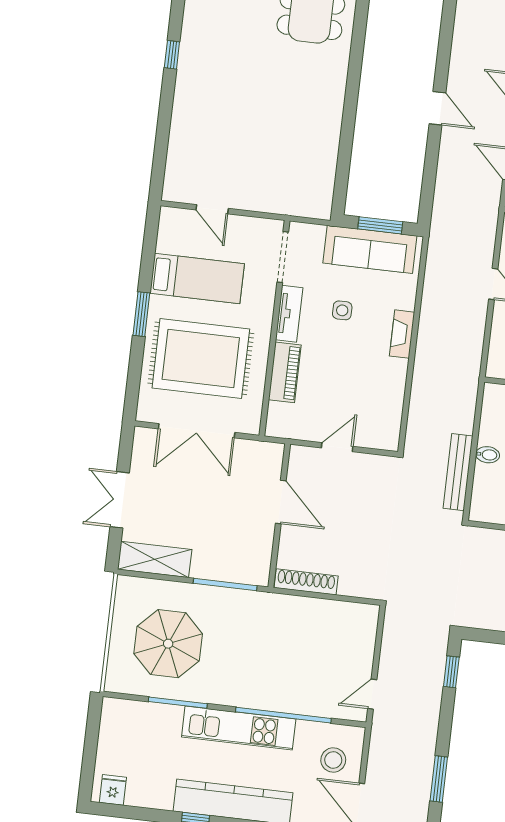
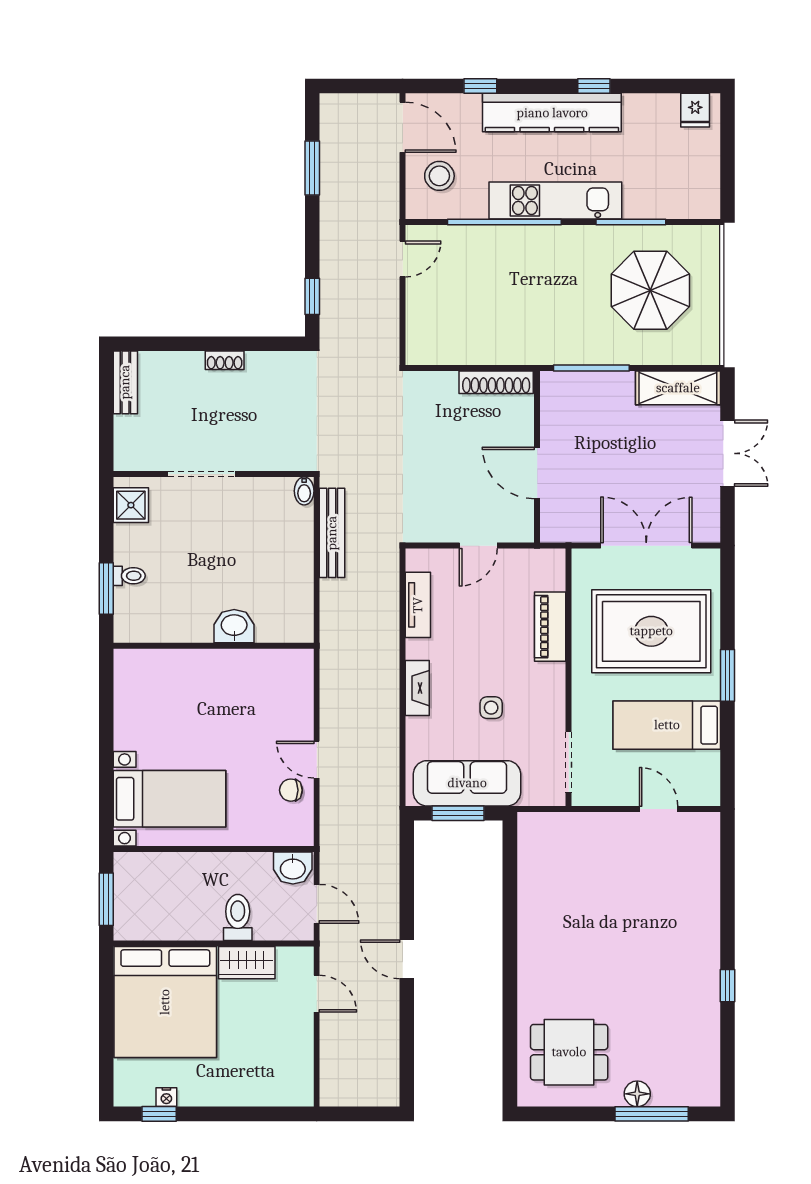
tv unit: (289, 314) -> (418, 605), moved, turned 180
bidet: (488, 455) -> (304, 491), moved, turned -90

